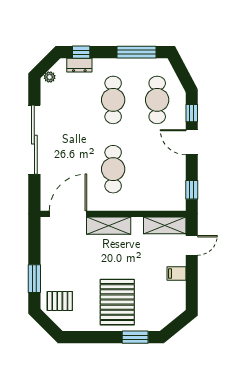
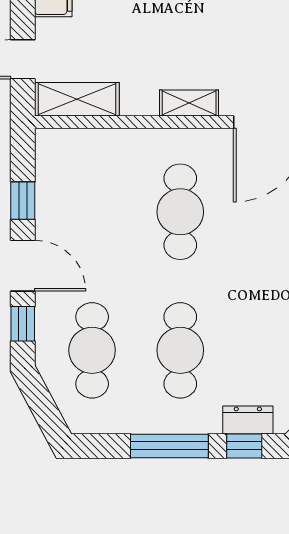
window: (136, 52) -> (169, 446), moved
window: (192, 190) -> (23, 201), moved
shelving: (109, 226) -> (189, 103), width x0.67, depth x0.75

